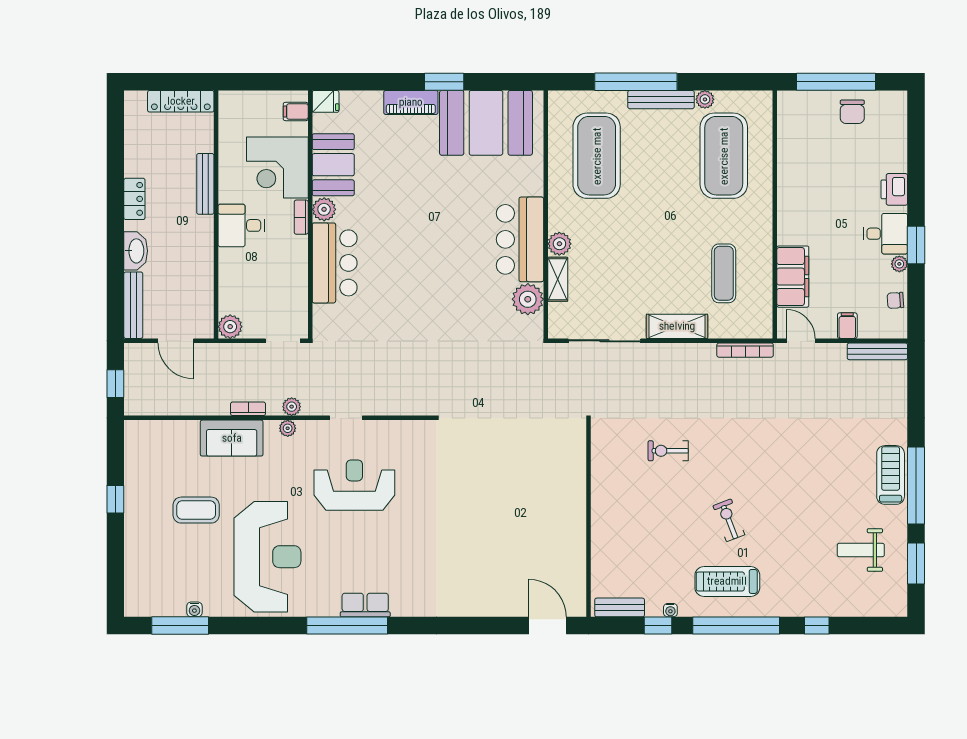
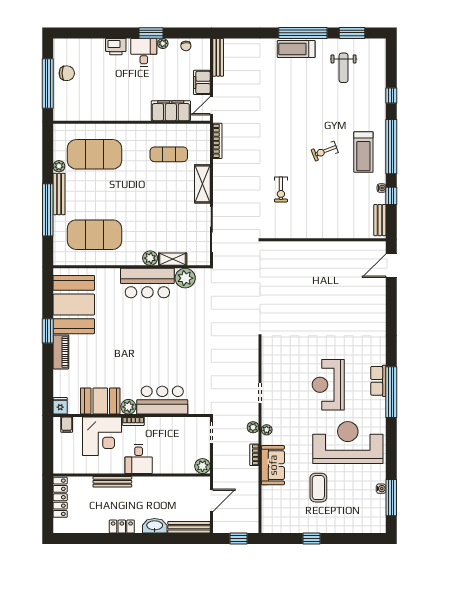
filing cabinet: (847, 326) -> (202, 82), width x2.00
reception desk: (354, 485) -> (328, 385), moved

